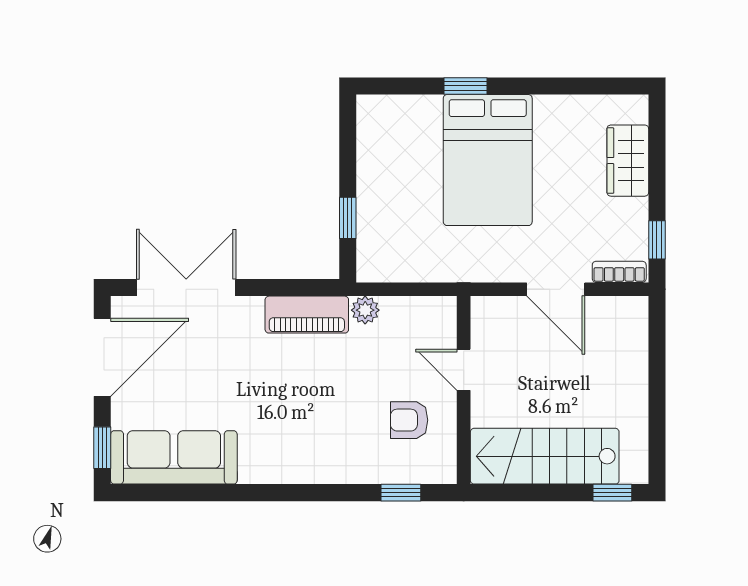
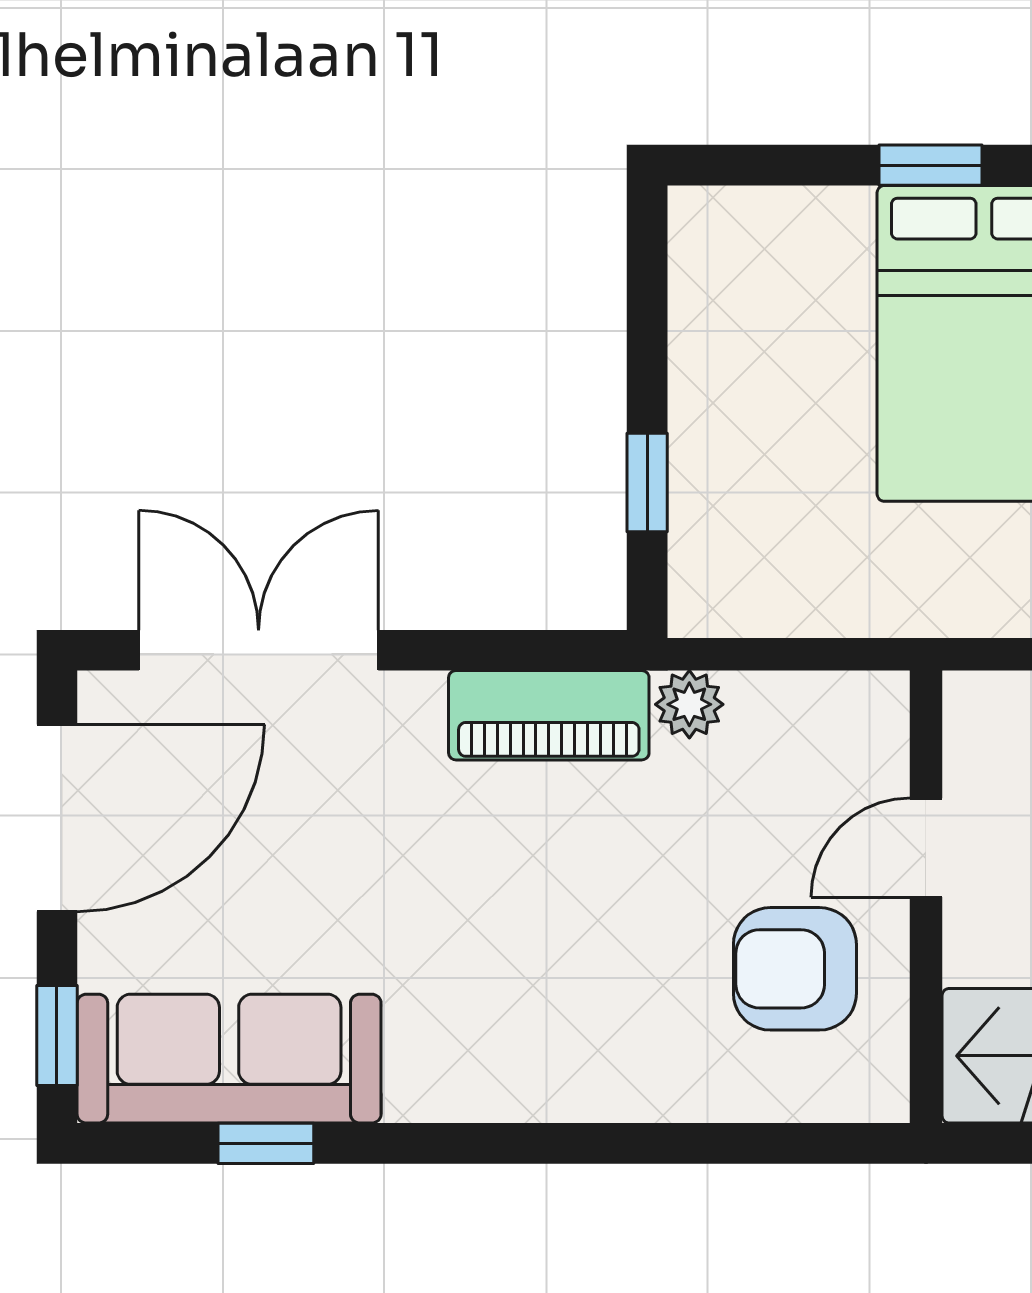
door: (464, 370) -> (926, 848), hinge flipped
armchair: (409, 420) -> (795, 969), width x1.38, depth x1.38
window: (401, 493) -> (266, 1143), moved

